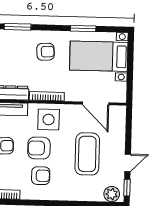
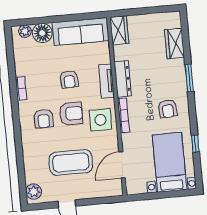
window: (83, 29) -> (195, 143), width x0.67
armchair: (39, 148) -> (71, 114), turned 90
window: (127, 188) -> (42, 206), removed

